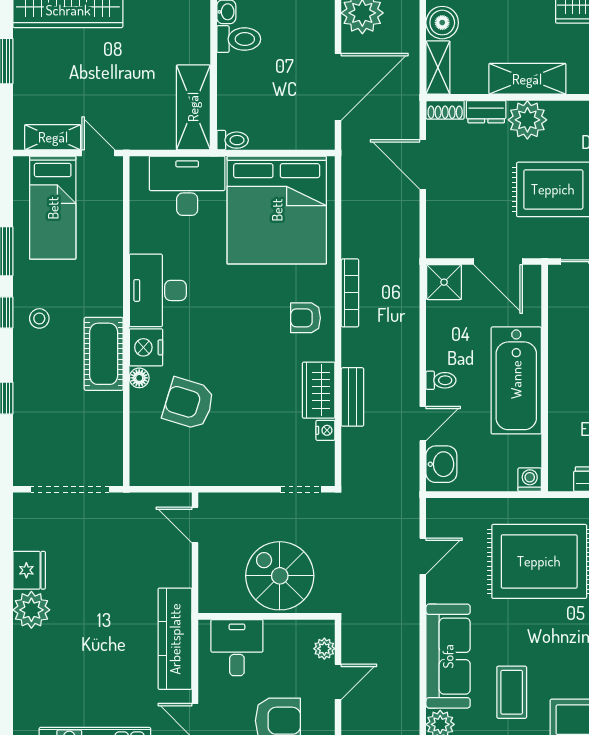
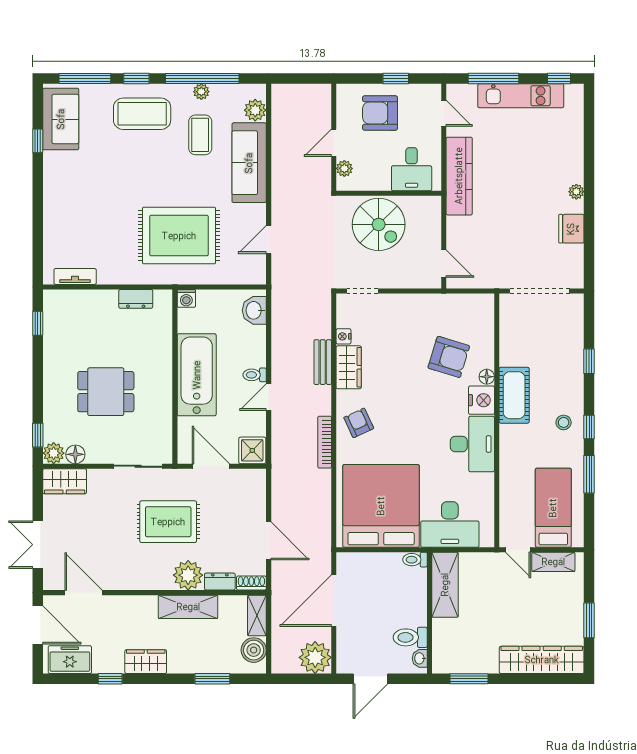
armchair: (306, 318) -> (359, 423), turned -115
door: (423, 424) -> (269, 397), moved
plant: (31, 610) -> (576, 192), width x0.53, depth x0.53

